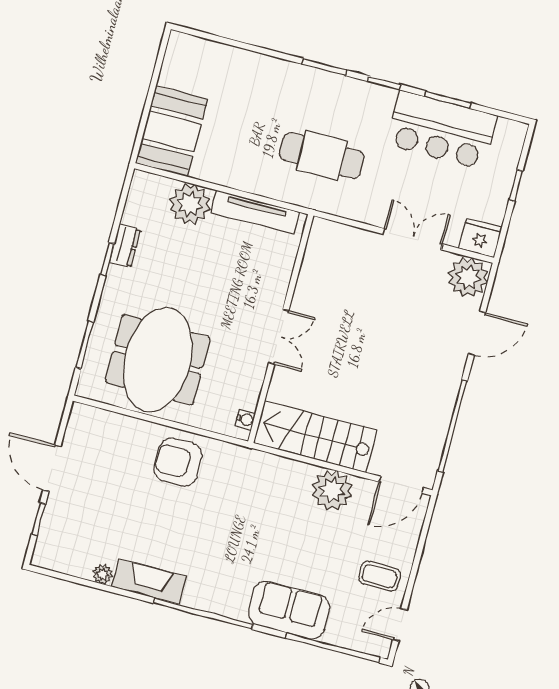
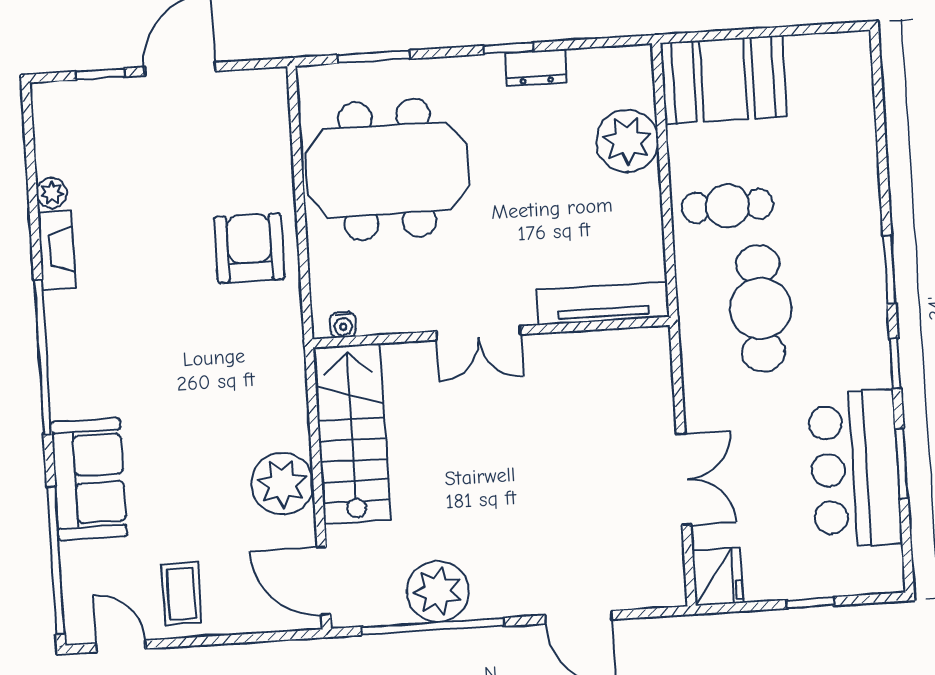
cafe table: (251, 155) -> (727, 206), added
tv unit: (256, 212) -> (603, 303), moved, turned 90
plant: (468, 277) -> (438, 591), moved
fireplace: (149, 582) -> (57, 250), width x0.73, depth x0.76

